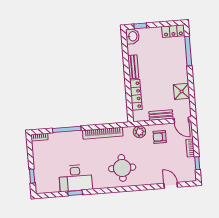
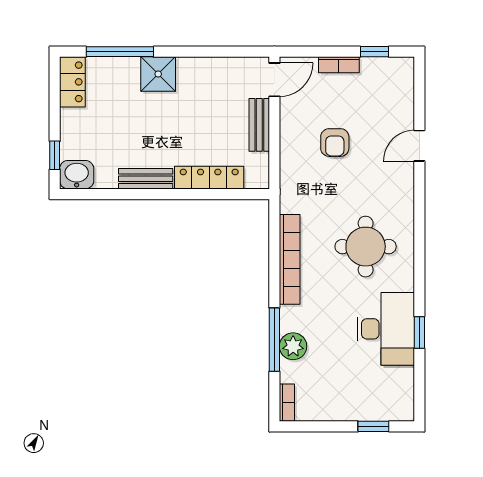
shower: (182, 91) -> (158, 74), moved
plant: (139, 132) -> (293, 346), moved
armchair: (160, 137) -> (335, 143), moved
round table: (122, 168) -> (366, 247), moved
door: (171, 185) -> (419, 146), moved

